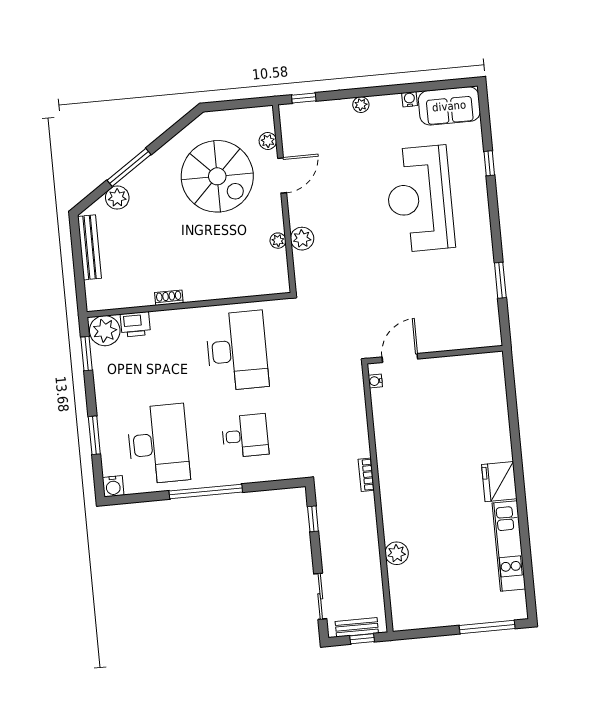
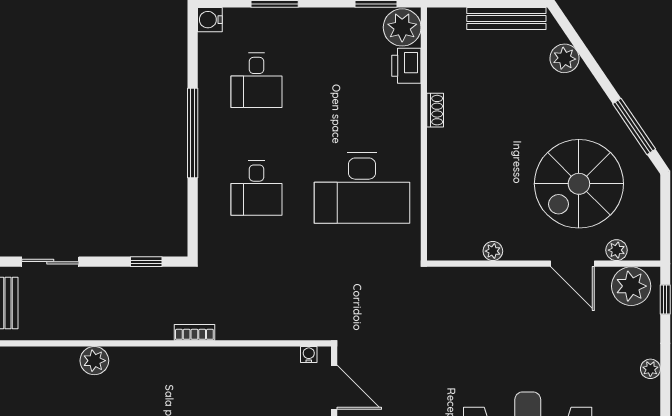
window: (129, 167) -> (634, 126), moved
plant: (302, 239) -> (631, 286), moved, width x1.36, depth x1.36
desk: (158, 444) -> (257, 80), width x0.53, depth x0.77

